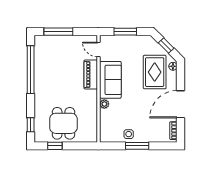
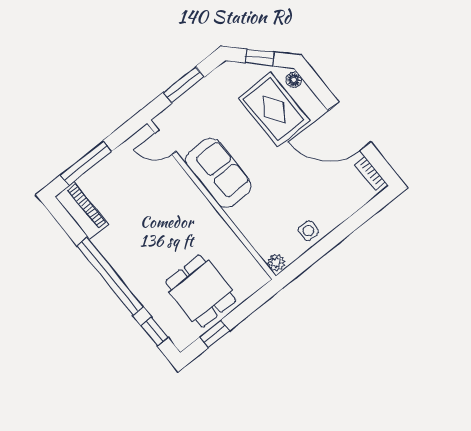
window: (31, 70) -> (110, 276), moved
piano: (91, 74) -> (82, 210), moved, turned 180
plant: (104, 104) -> (276, 263), moved
door: (181, 104) -> (349, 126), hinge flipped
window: (137, 146) -> (335, 238), removed

